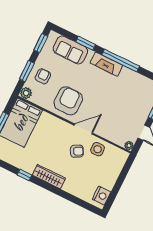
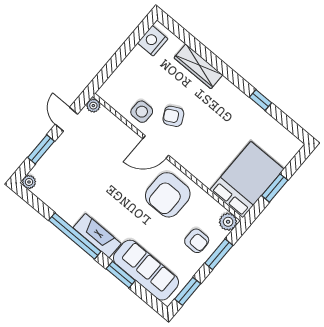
sofa: (70, 50) -> (146, 270), width x1.36
armchair: (43, 76) -> (197, 241), turned -90
wardrobe: (49, 177) -> (198, 66), moved

